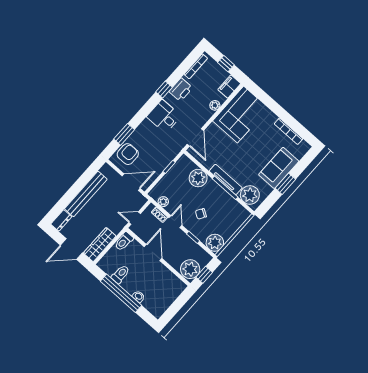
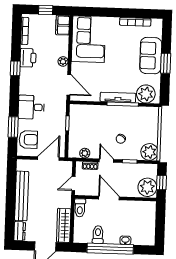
plant: (215, 105) -> (63, 61), moved
desk: (164, 116) -> (31, 107), moved
armchair: (128, 154) -> (28, 140), turned 90
plant: (198, 178) -> (96, 114), removed

